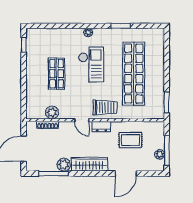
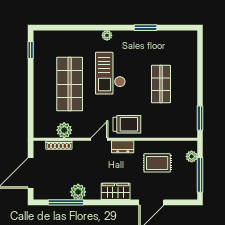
checkout: (91, 64) -> (110, 73), turned 180
shop shelf: (57, 74) -> (70, 84), width x1.43, depth x1.36
shop shelf: (134, 74) -> (161, 84), width x0.50, depth x0.74
door: (82, 120) -> (99, 139), swing flipped
plant: (160, 154) -> (192, 156), moved
wardrobe: (89, 164) -> (116, 191), width x0.67

